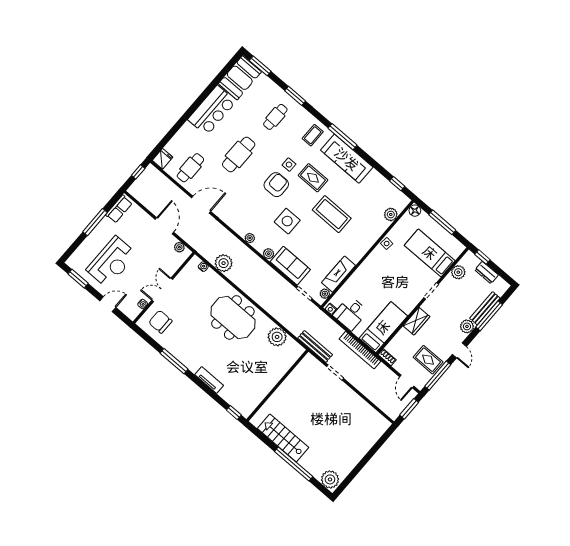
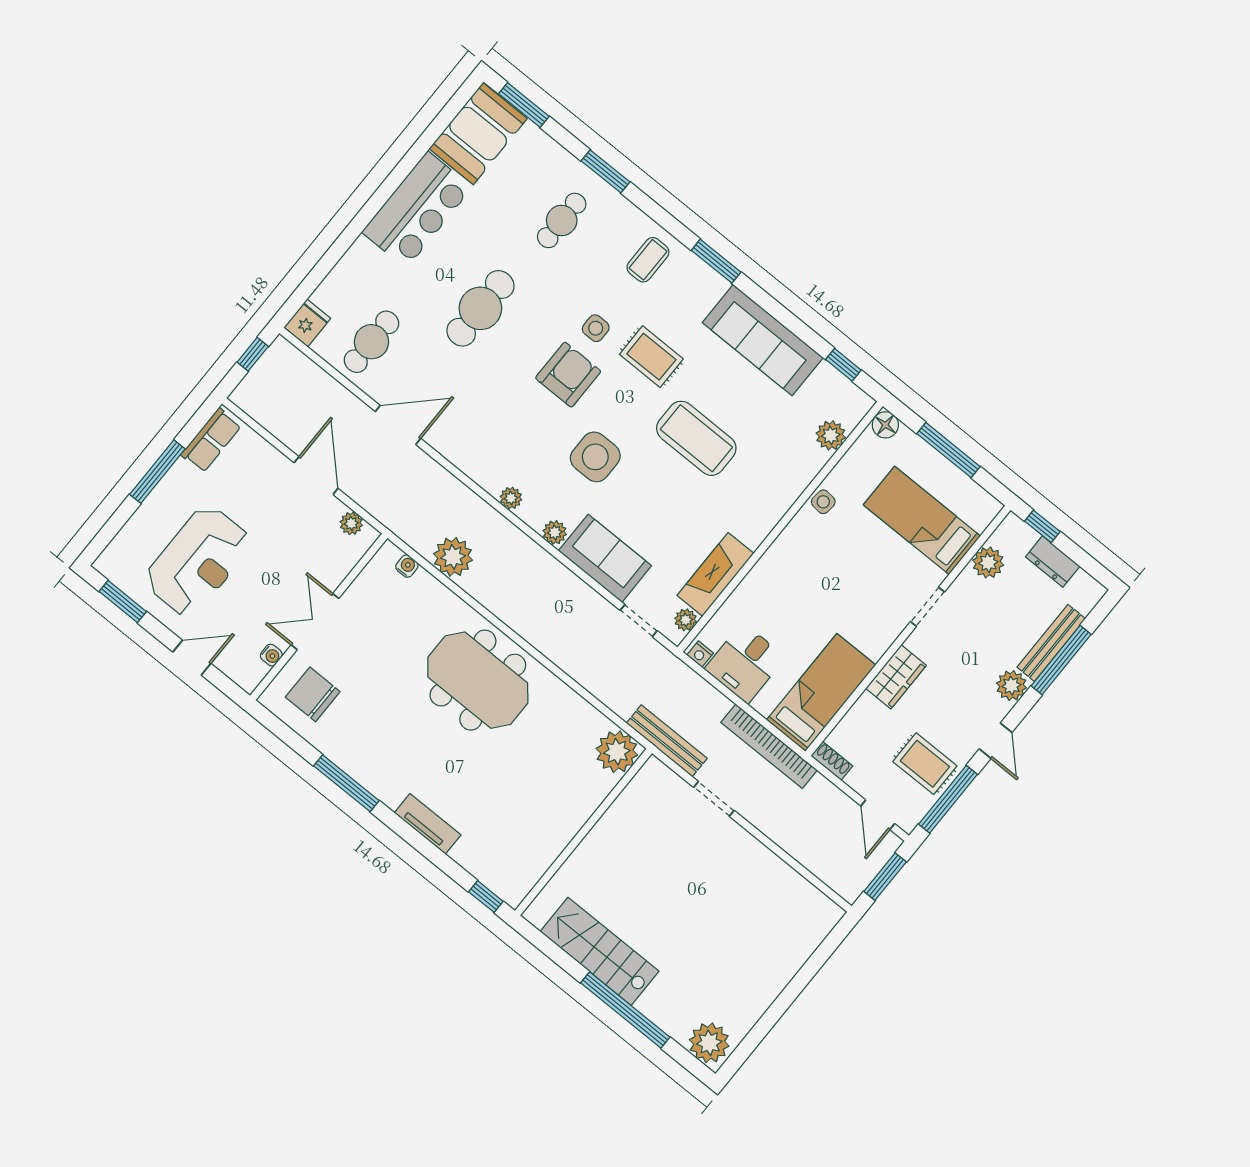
window: (343, 137) -> (716, 261), width x0.69
sofa: (347, 159) -> (763, 340), moved
plant: (277, 337) -> (617, 752), moved

